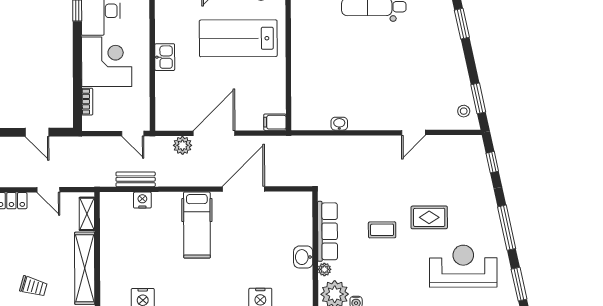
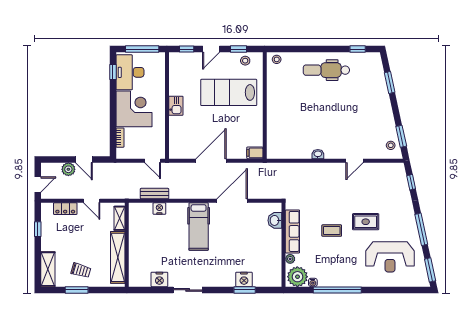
washbasin: (339, 124) -> (318, 154), moved
plant: (182, 145) -> (68, 169), moved
washbasin: (303, 257) -> (275, 220), moved
reception desk: (463, 266) -> (390, 257), turned 180

